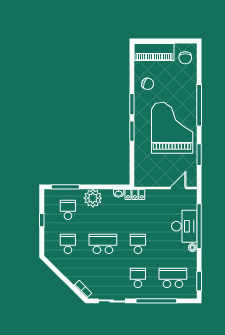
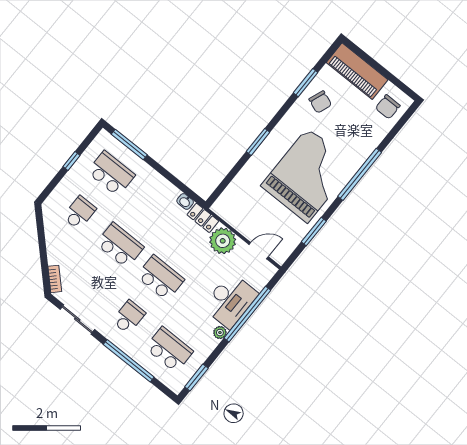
window: (132, 104) -> (306, 83), moved
plant: (93, 198) -> (223, 241), moved
school desk: (68, 210) -> (111, 173), width x1.85
school desk: (138, 244) -> (160, 278), width x1.85

